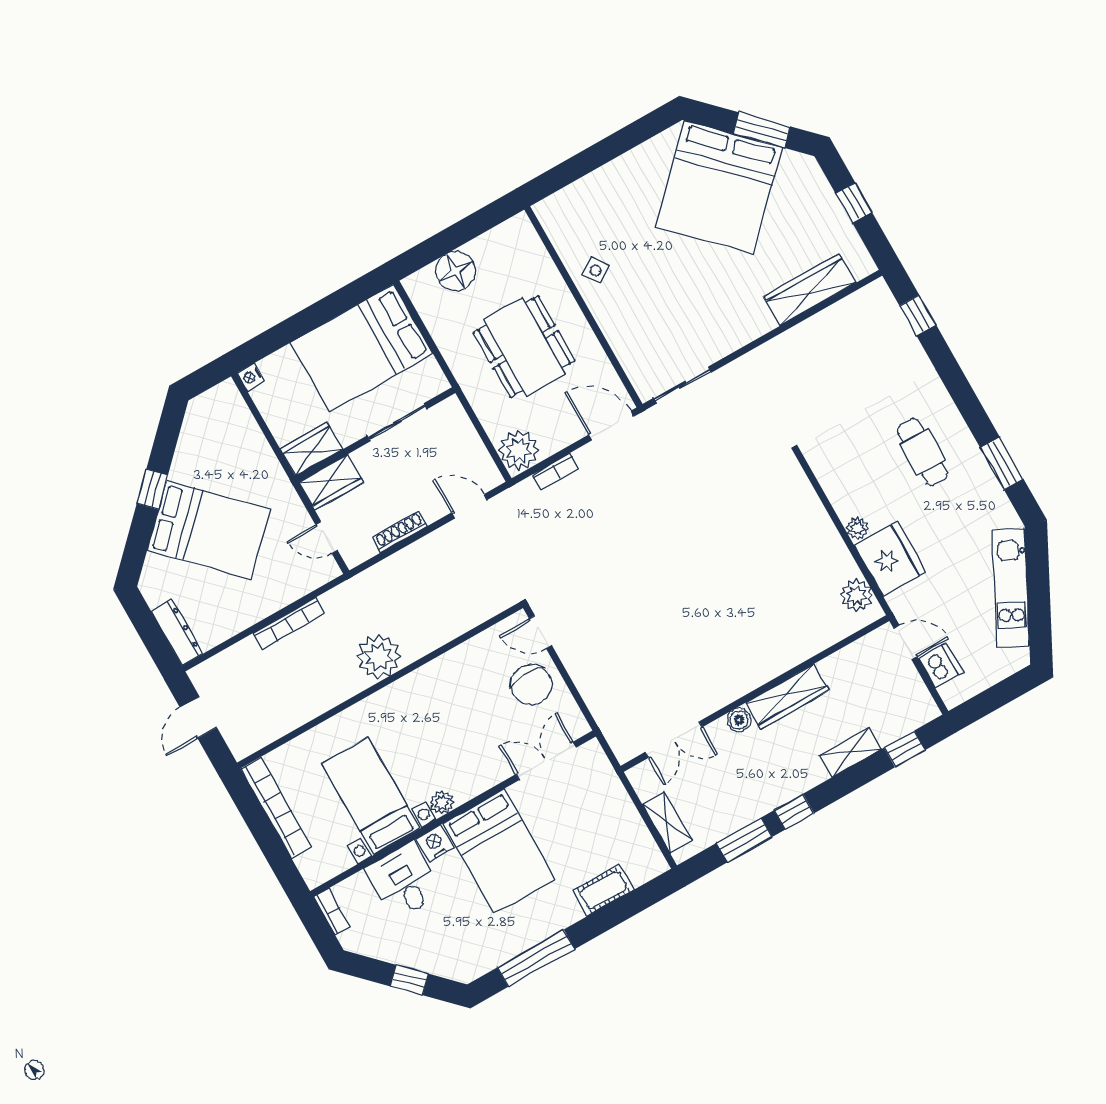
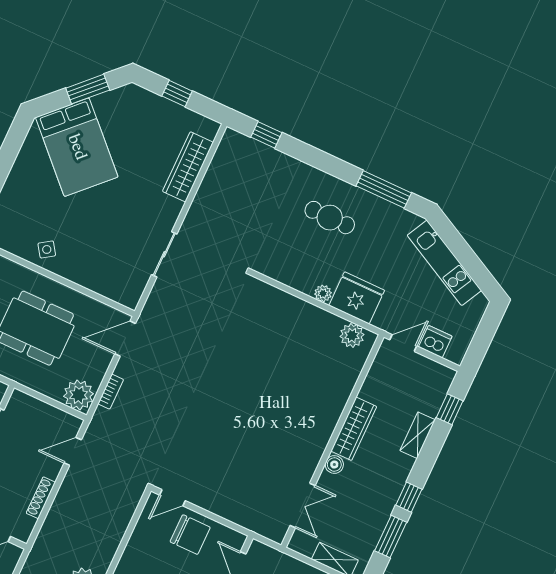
bed: (719, 187) -> (77, 147), width x0.73
sliding door: (682, 385) -> (164, 254), moved
window: (1002, 463) -> (384, 189), width x1.44

